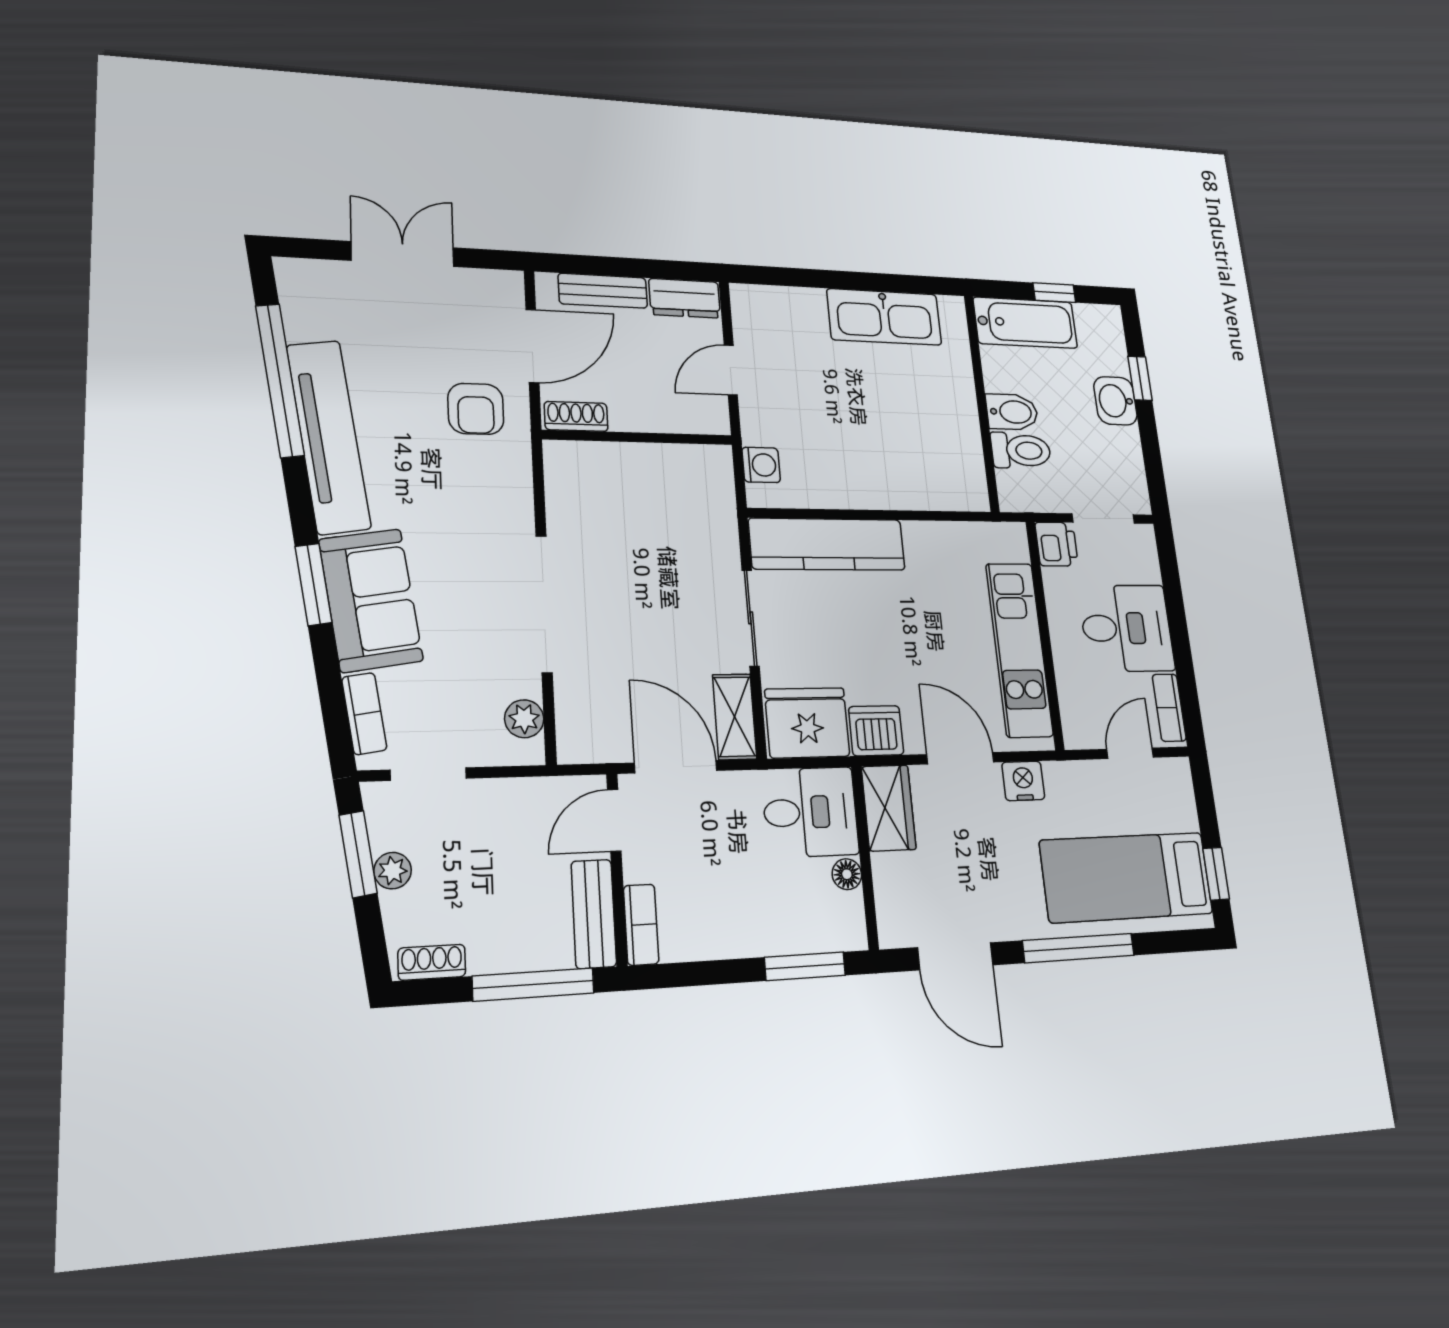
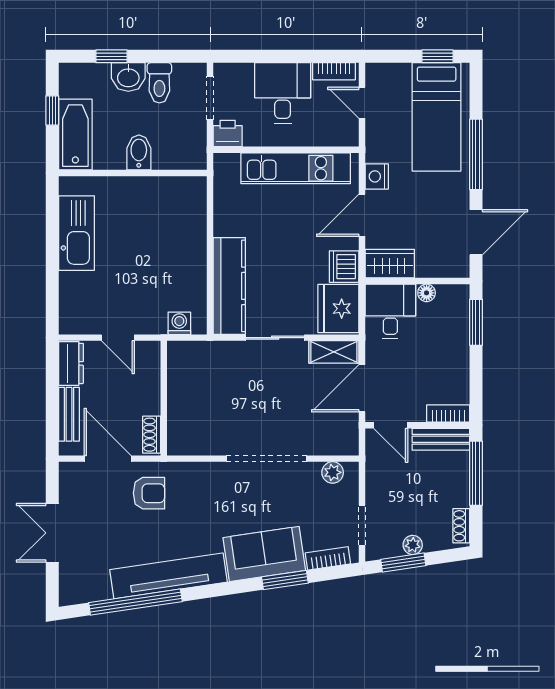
toilet: (1021, 450) -> (159, 83), moved, turned 180
window: (313, 584) -> (285, 580), moved

